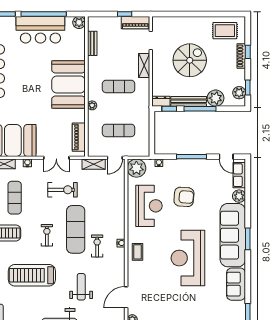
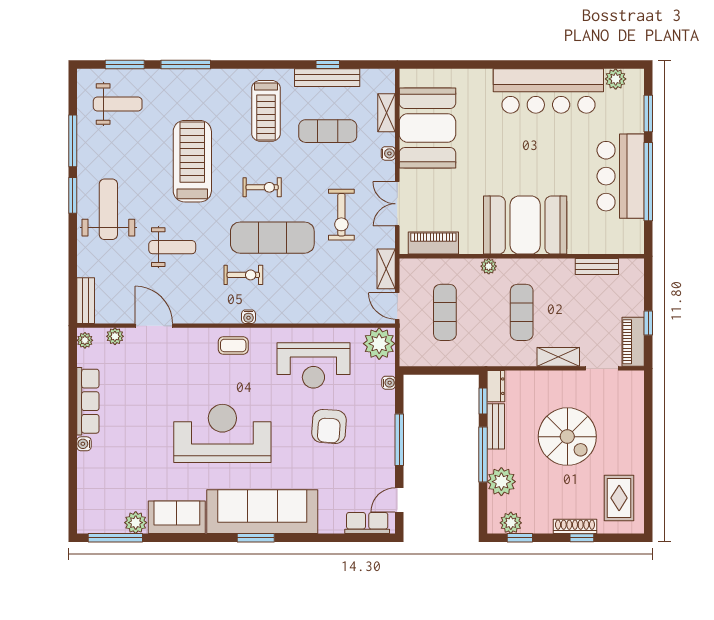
plant: (79, 22) -> (633, 243), removed
bench: (189, 101) -> (496, 426), width x0.73
plant: (239, 196) -> (136, 523), moved

